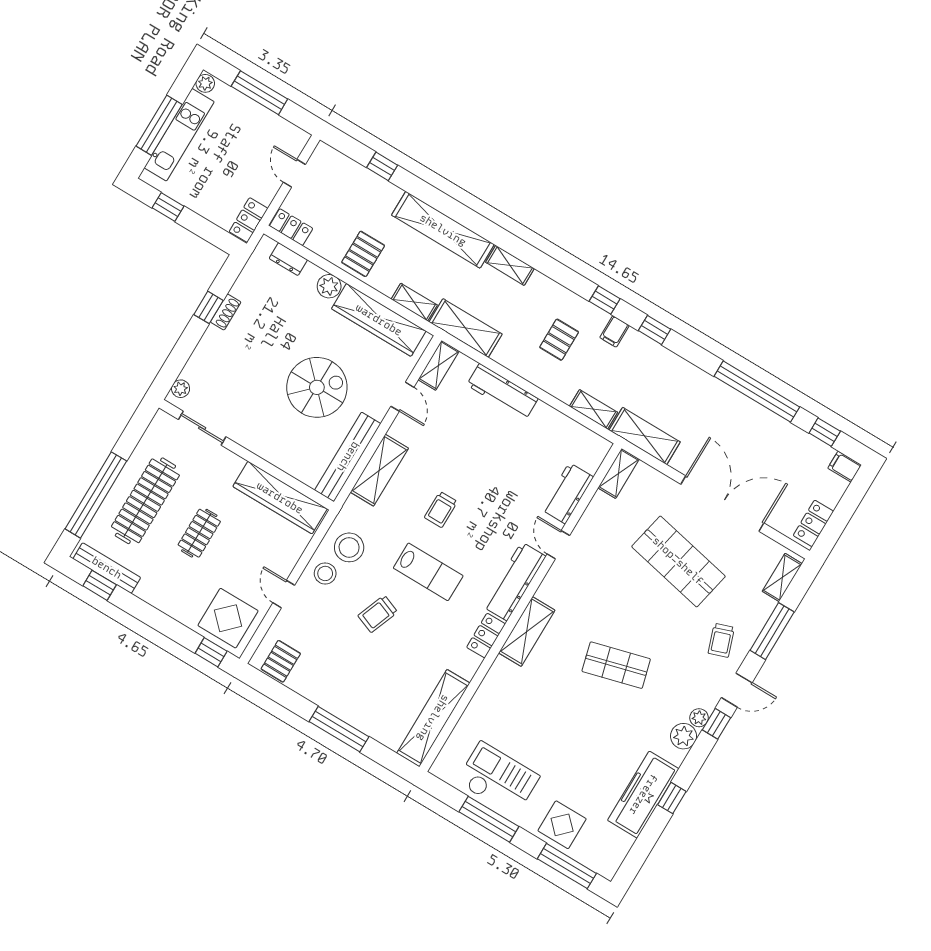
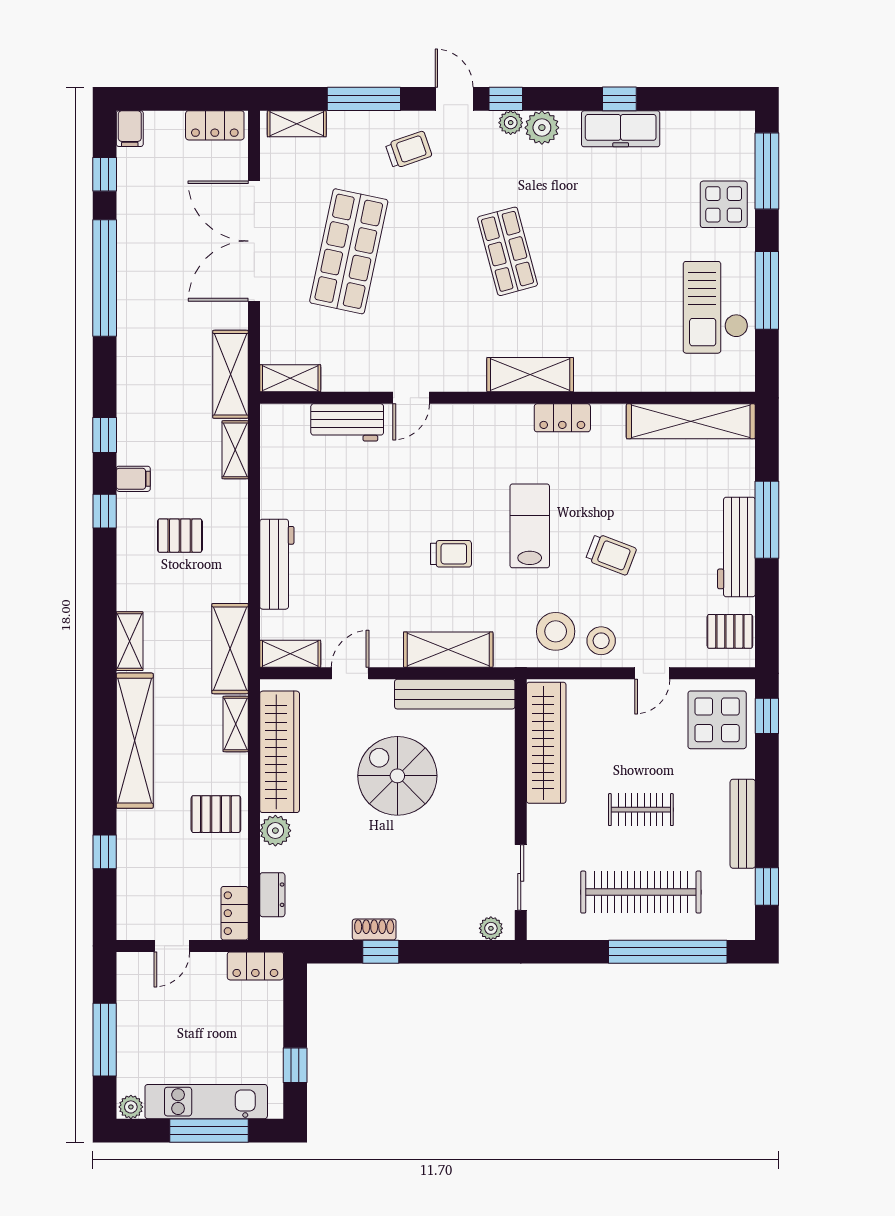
bench: (107, 568) -> (743, 824), moved
workbench: (514, 581) -> (736, 547), moved, turned 90
freezer: (643, 795) -> (621, 129), width x0.73, depth x0.79

